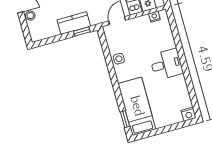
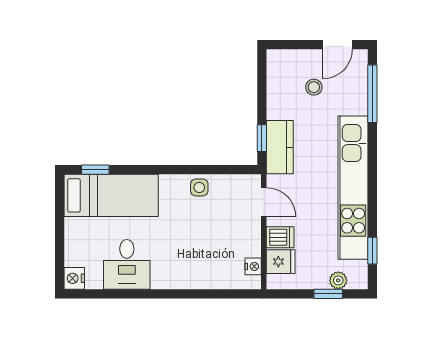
stool: (30, 16) -> (314, 87), moved
kitchen counter: (74, 23) -> (280, 147), moved
desk: (166, 64) -> (127, 264), moved

